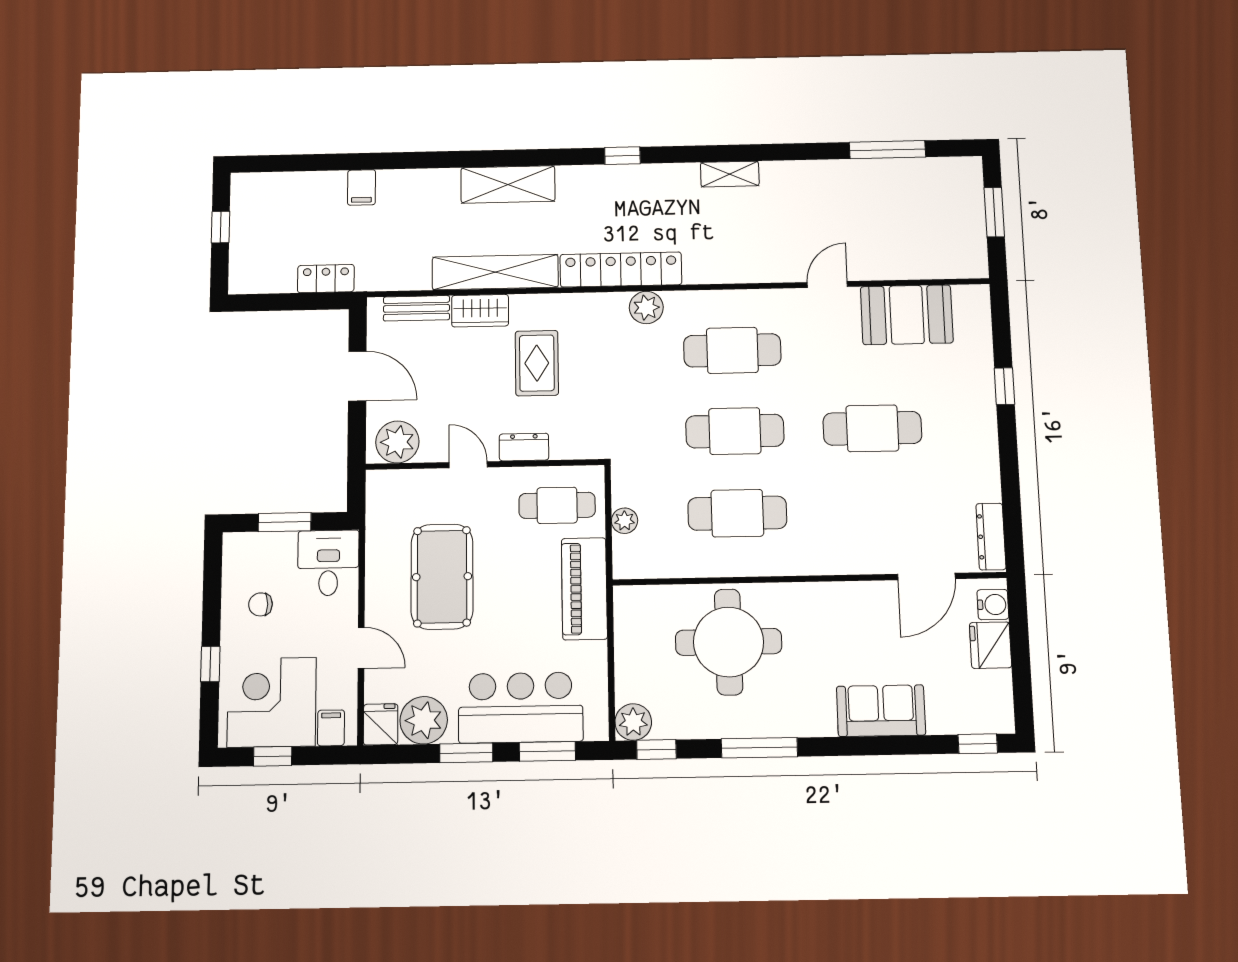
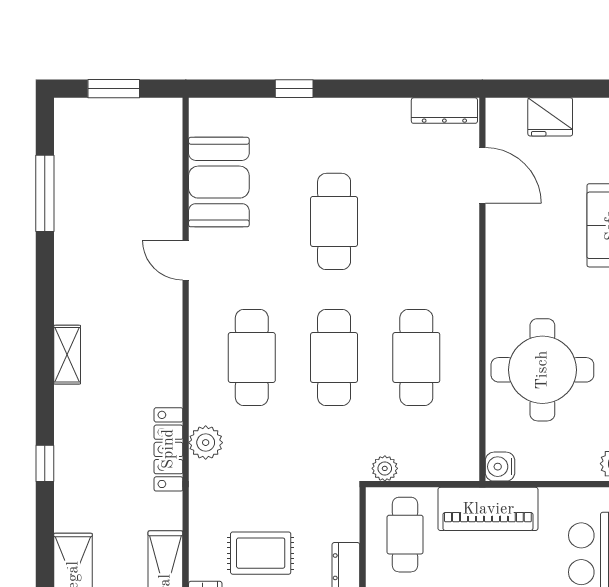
locker: (621, 269) -> (168, 449), width x0.71, depth x0.83
plant: (625, 521) -> (385, 468), moved
water cooler: (993, 605) -> (500, 467), moved, turned -90

